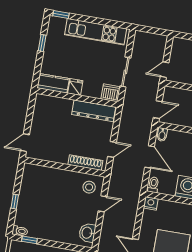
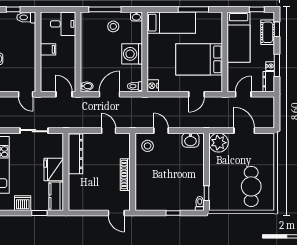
window: (42, 43) -> (39, 213), moved
fridge: (75, 87) -> (54, 170), width x1.88, depth x1.34
dishwasher: (111, 93) -> (23, 203), moved, turned 90
shoe rack: (85, 163) -> (125, 175), moved

